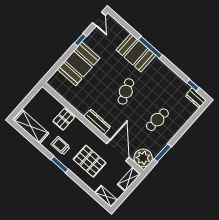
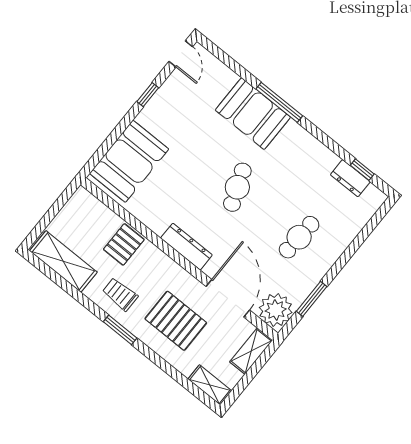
booth: (79, 64) -> (129, 161), moved
dresser: (196, 98) -> (350, 178), moved

